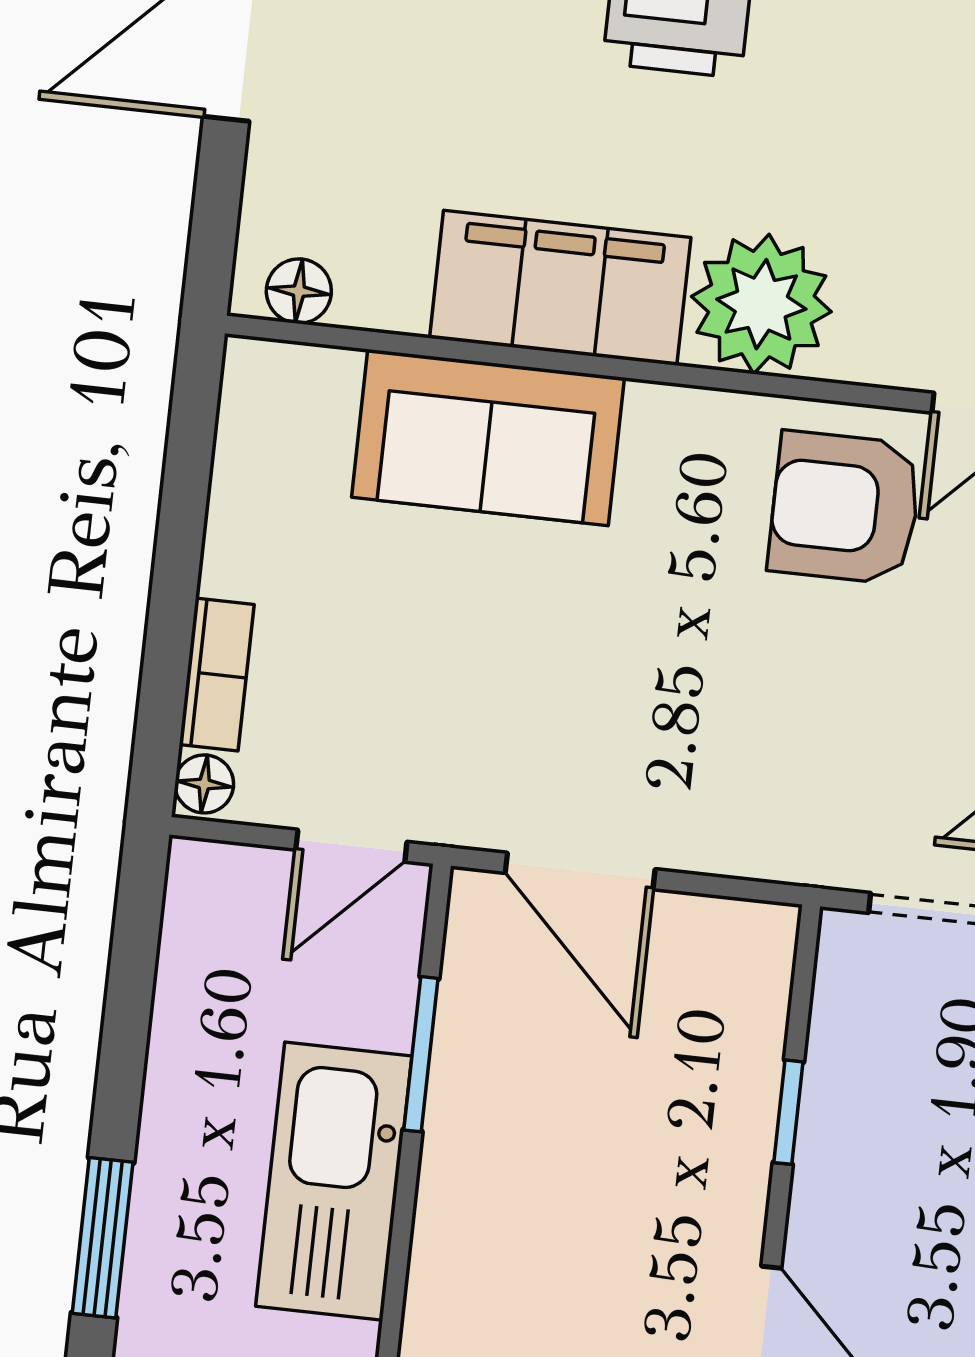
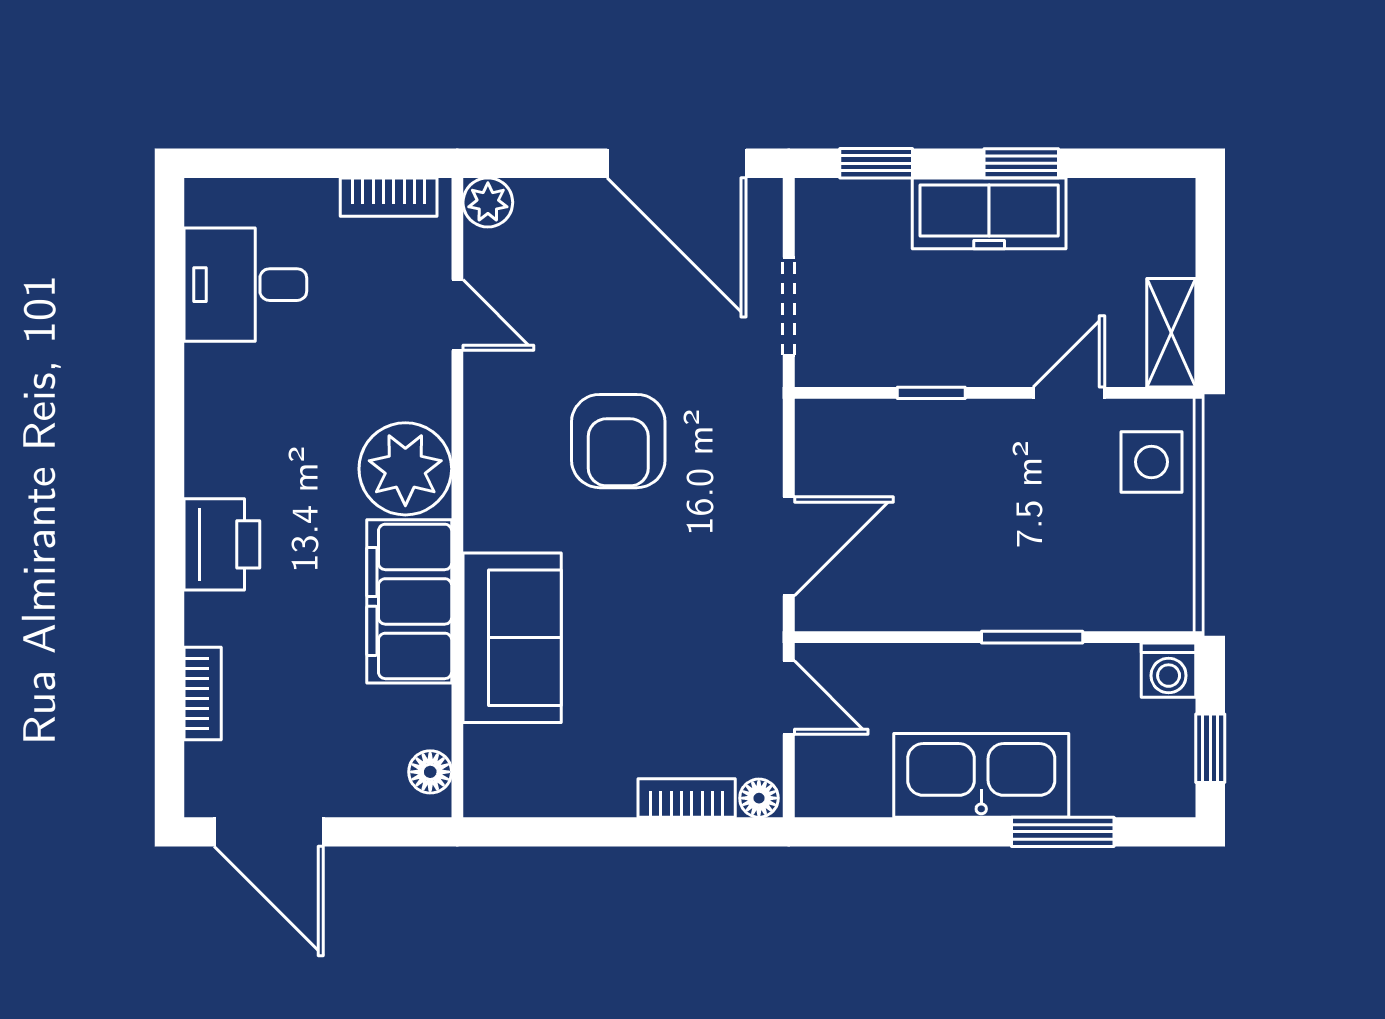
armchair: (845, 508) -> (618, 441), moved
window: (421, 1054) -> (1032, 637), moved
kitchen sink: (334, 1181) -> (981, 775), moved, turned 180

